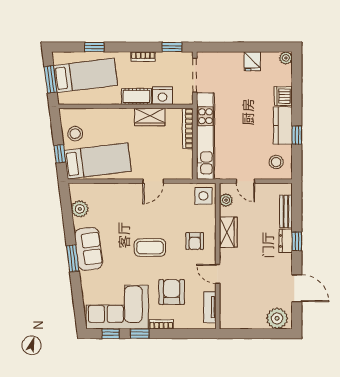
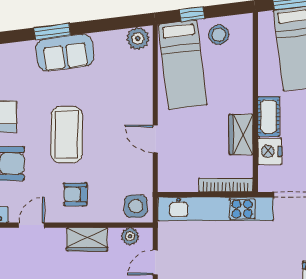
plant: (80, 209) -> (138, 38), moved
coffee table: (150, 248) -> (67, 135), width x1.36, depth x1.32

